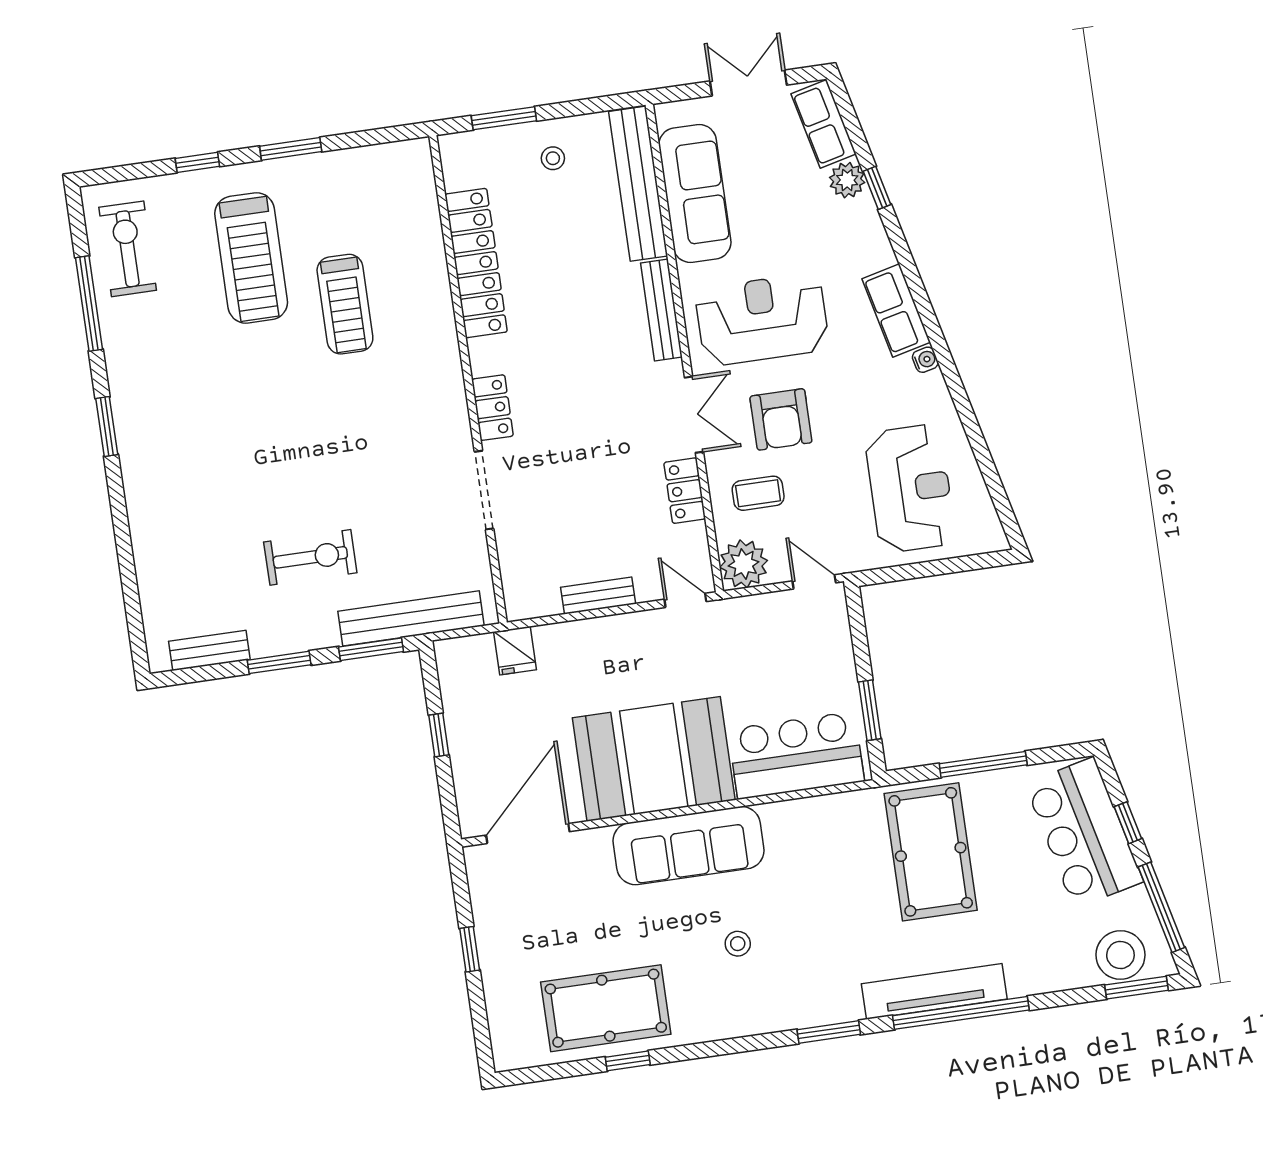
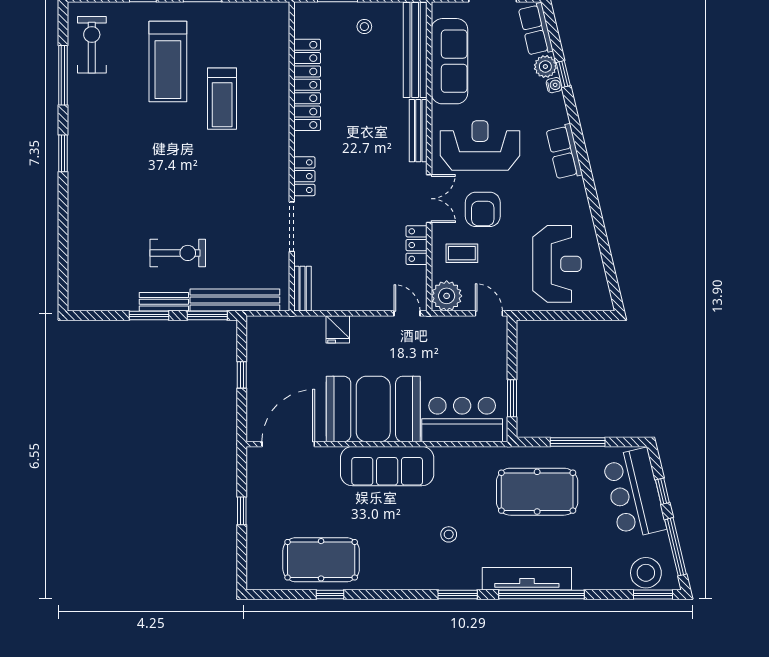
water cooler: (925, 360) -> (554, 85), moved
bench: (598, 596) -> (303, 289), moved, turned 90
bench: (209, 650) -> (164, 302), moved
fridge: (515, 651) -> (338, 329), moved
pool table: (931, 852) -> (537, 492), turned 90
stool: (738, 944) -> (449, 534), moved

